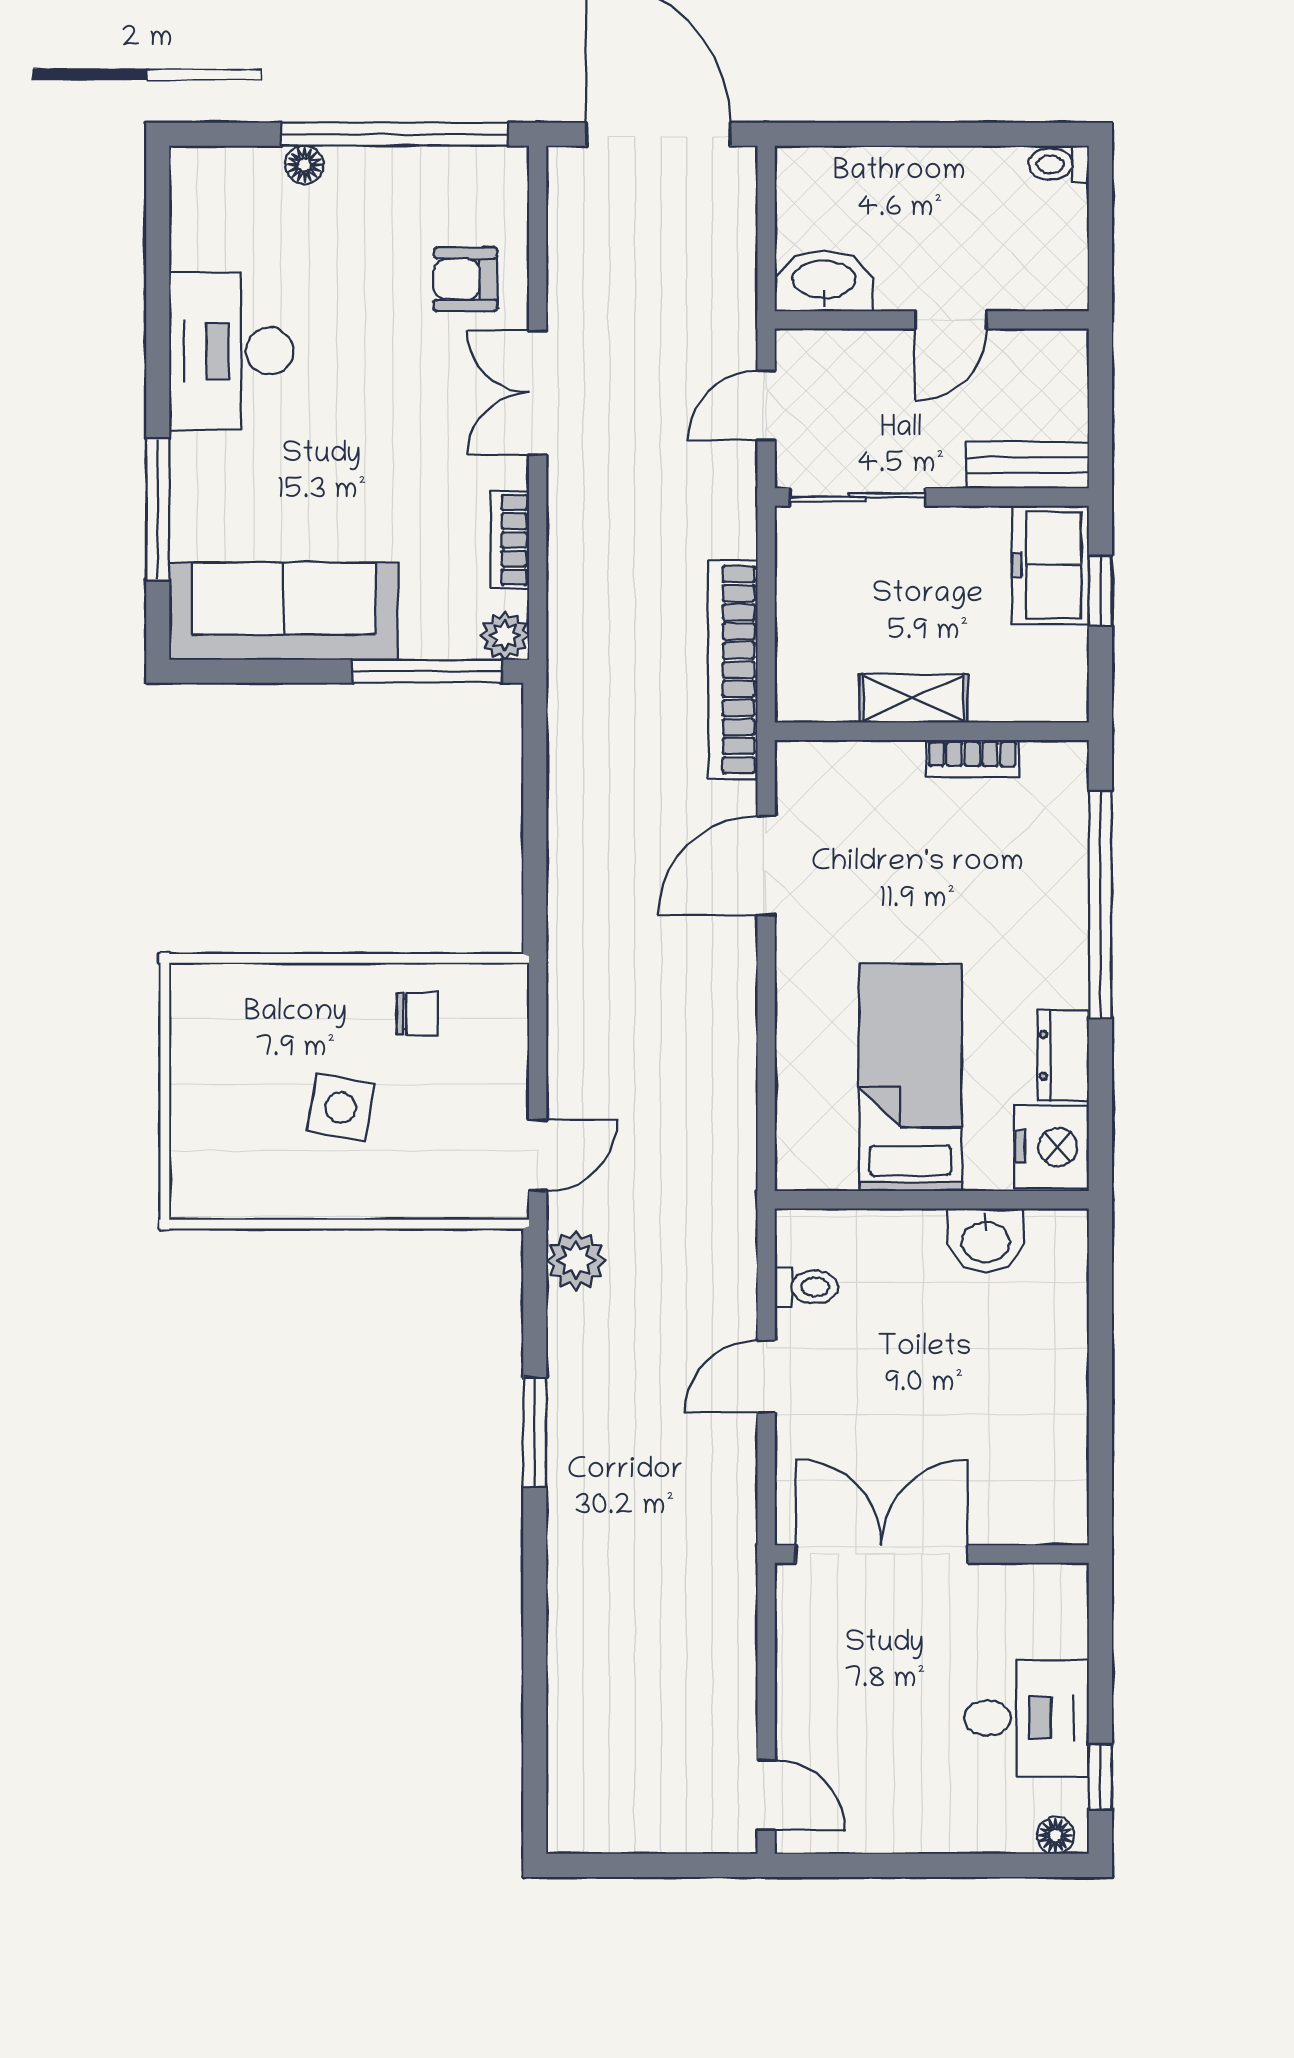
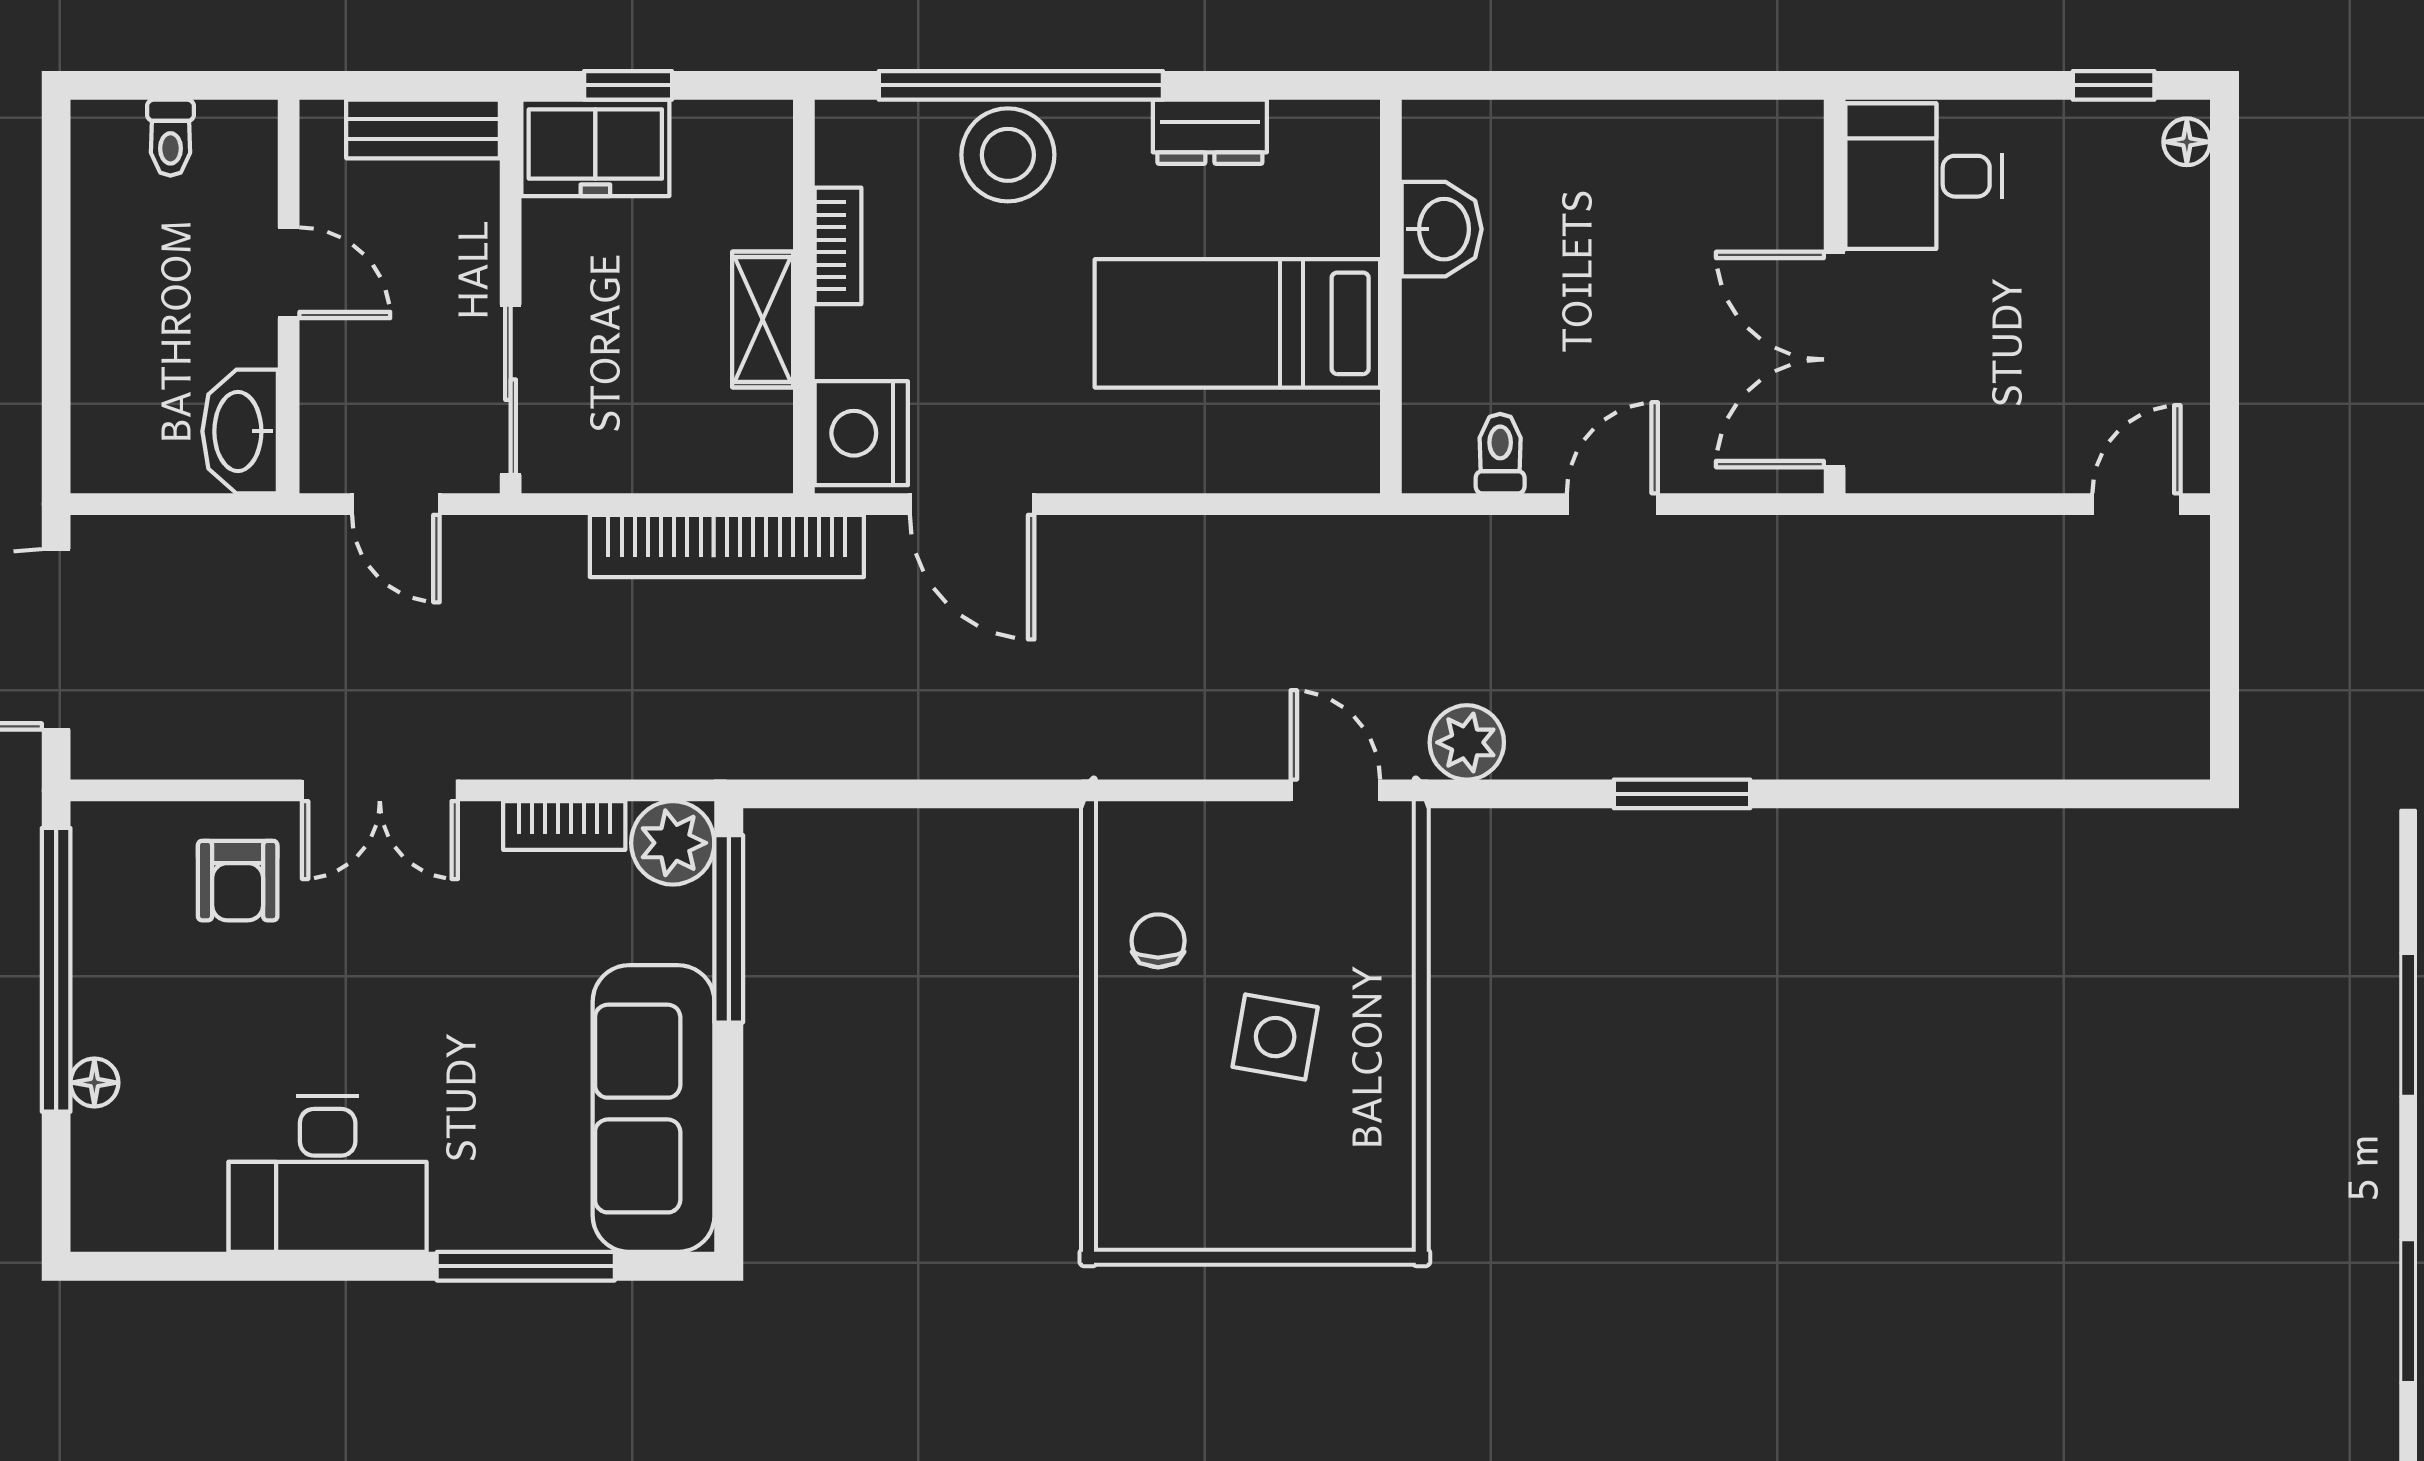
toilet: (1059, 164) -> (170, 138), moved
bench: (1028, 465) -> (423, 129), moved, turned 90
plant: (505, 636) -> (673, 843), width x1.38, depth x1.38
stool: (1045, 894) -> (1008, 155), added
nightstand: (1052, 1147) -> (861, 433), moved, turned -90
door: (766, 1377) -> (1612, 504), swing flipped
desk: (1026, 1718) -> (1924, 176), moved, turned -90

